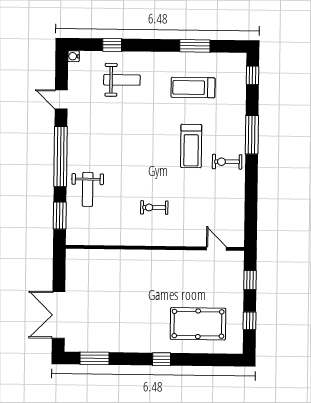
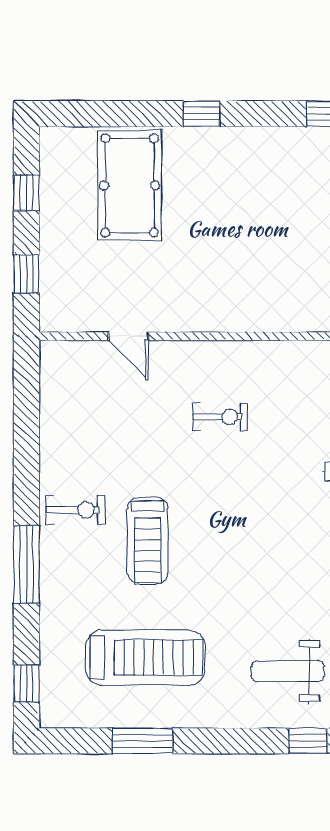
treadmill: (193, 88) -> (145, 658), width x1.37, depth x1.38
treadmill: (191, 146) -> (148, 541), turned 180
door: (216, 249) -> (128, 336), moved
pool table: (198, 324) -> (130, 185), turned 90

